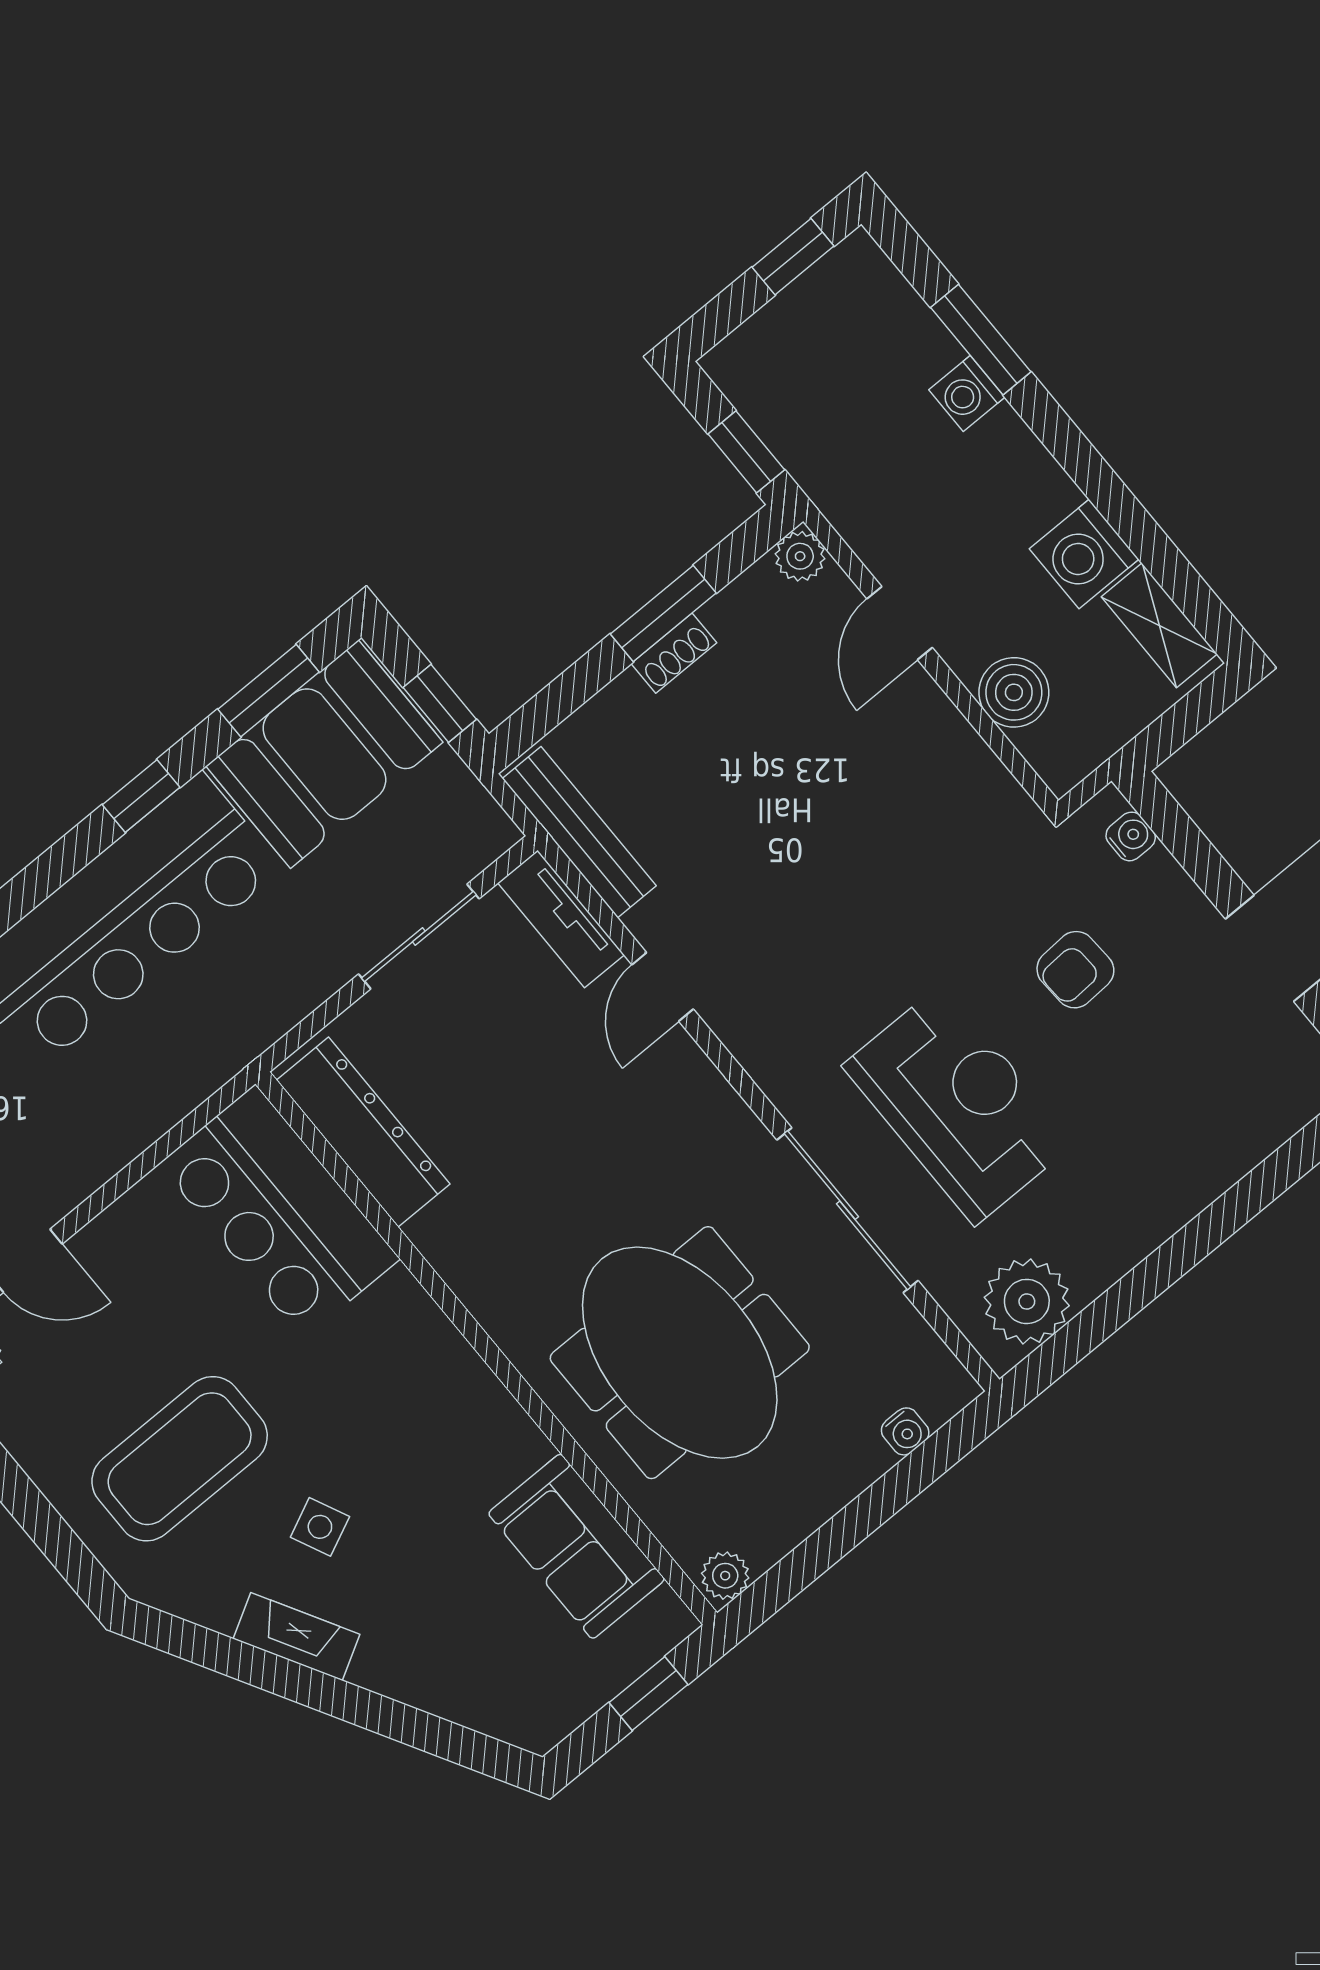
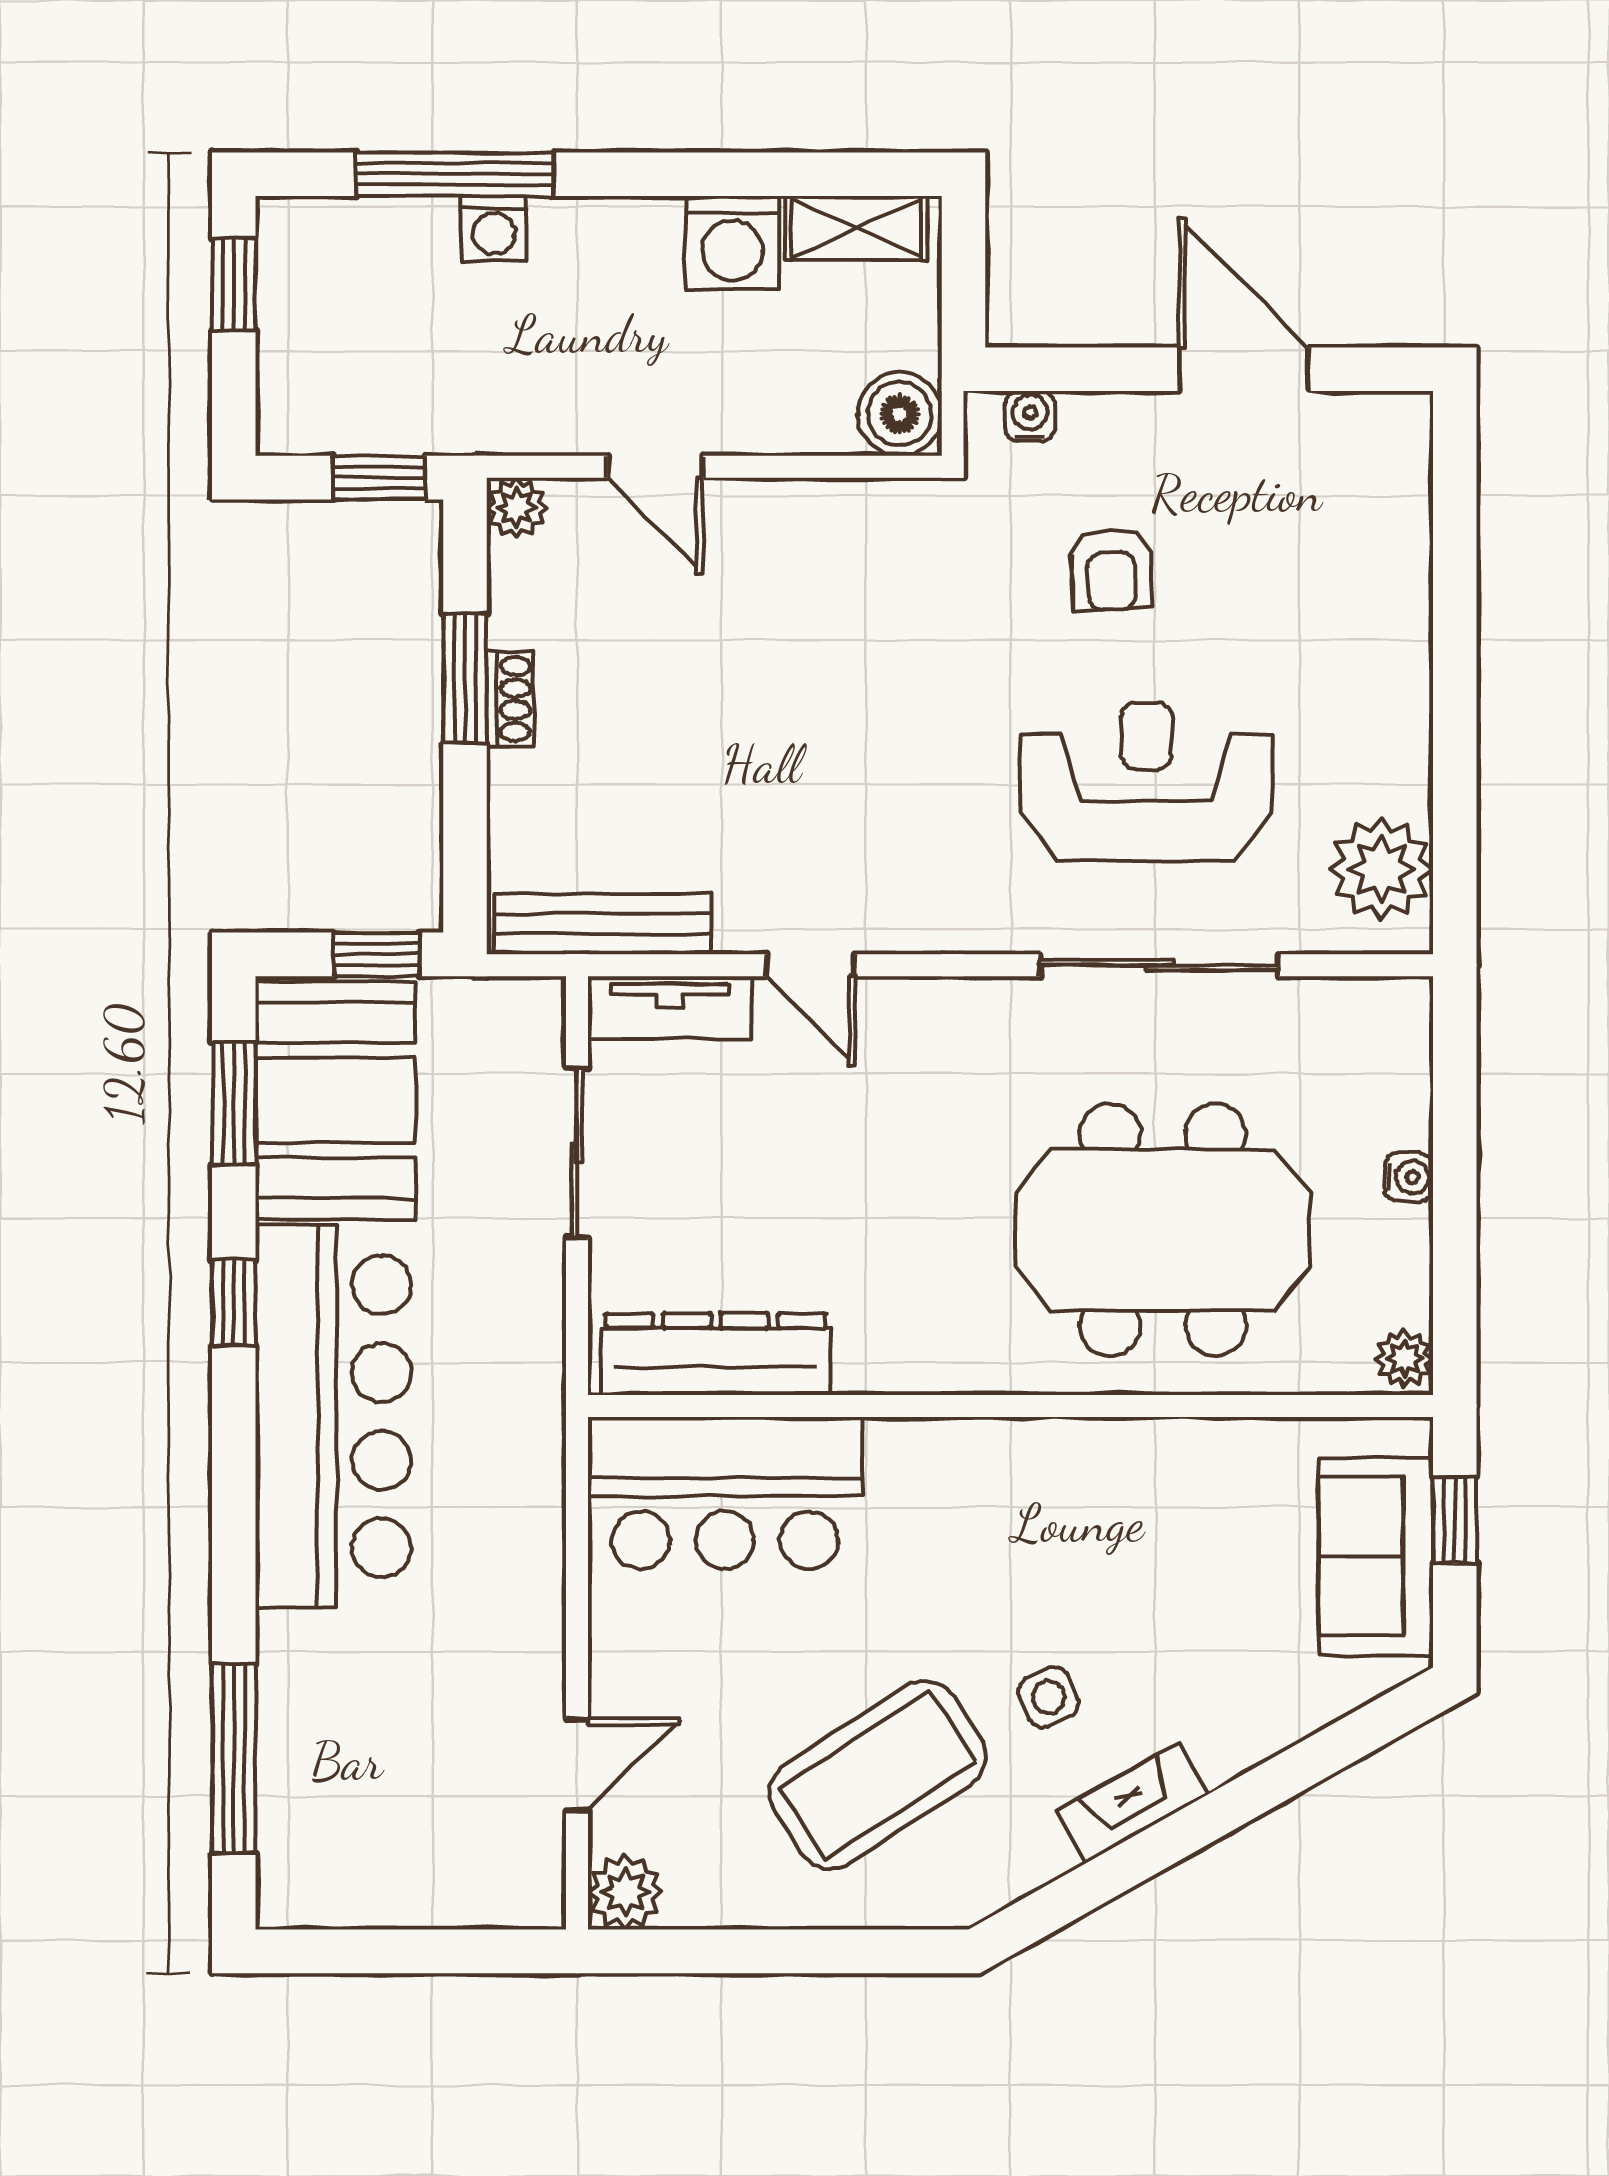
window: (981, 340) -> (455, 174), width x1.44
boiler: (1014, 692) -> (900, 414), moved
water cooler: (905, 1431) -> (1409, 1177), moved
coffee table: (180, 1459) -> (878, 1775), turned 57
sofa: (576, 1546) -> (1376, 1556), moved, turned 90

